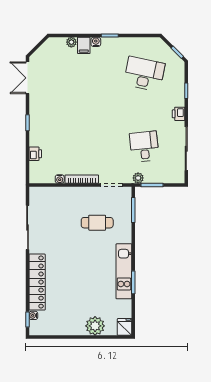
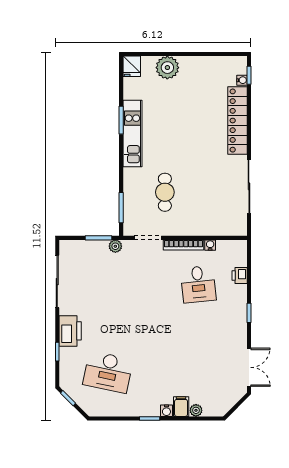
printer: (178, 114) -> (70, 331), width x1.87, depth x1.48
desk: (144, 147) -> (198, 284), moved
cafe table: (97, 223) -> (165, 192), turned 90

